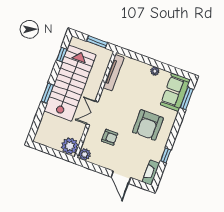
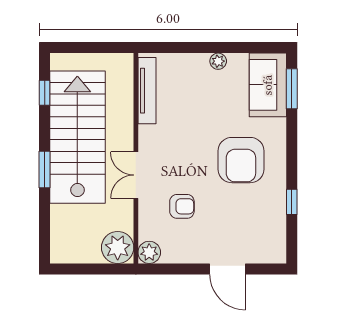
window: (97, 42) -> (98, 48), removed
fireplace: (151, 173) -> (277, 241), removed

